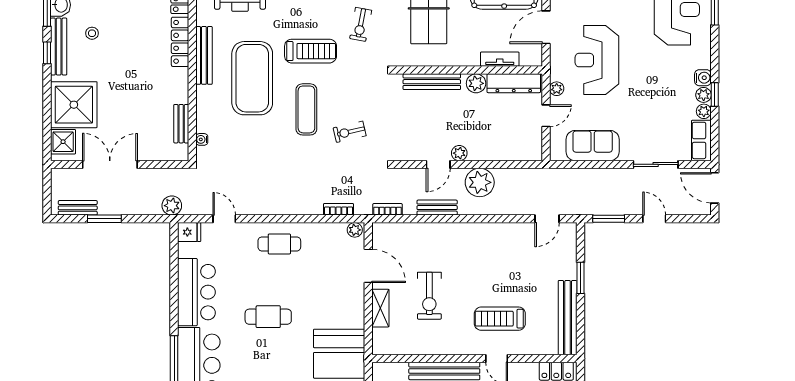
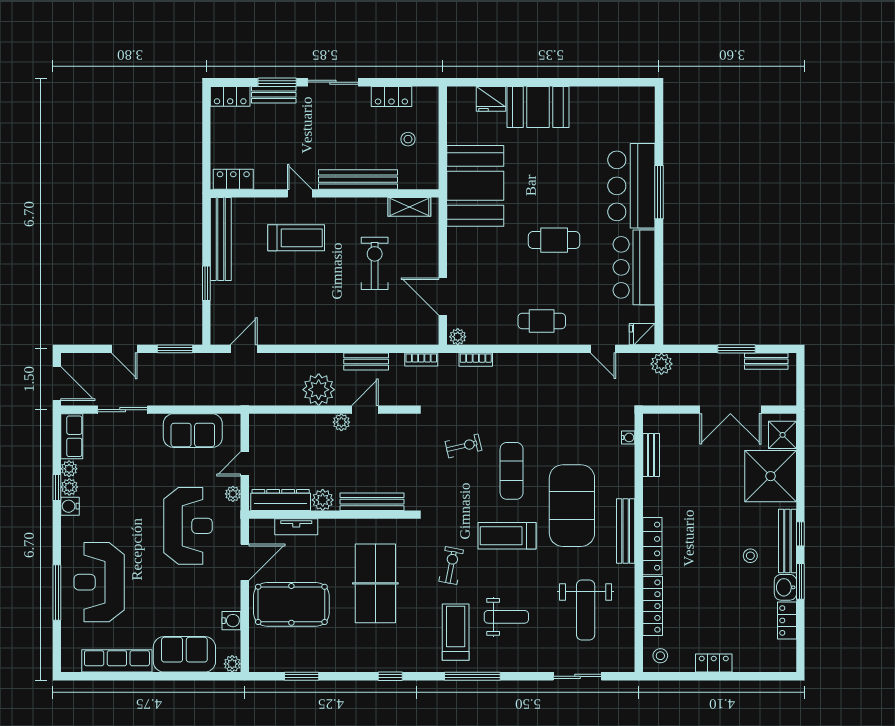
shelving: (380, 308) -> (409, 207), moved, turned 90

